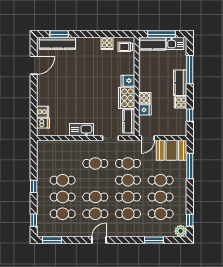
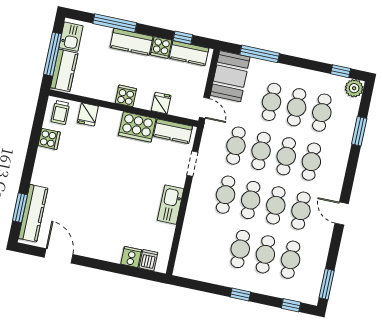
fridge: (128, 81) -> (88, 114), moved
cooker: (145, 98) -> (126, 96), moved
kitchen counter: (181, 121) -> (189, 53), added
cafe table: (95, 180) -> (251, 200), added

